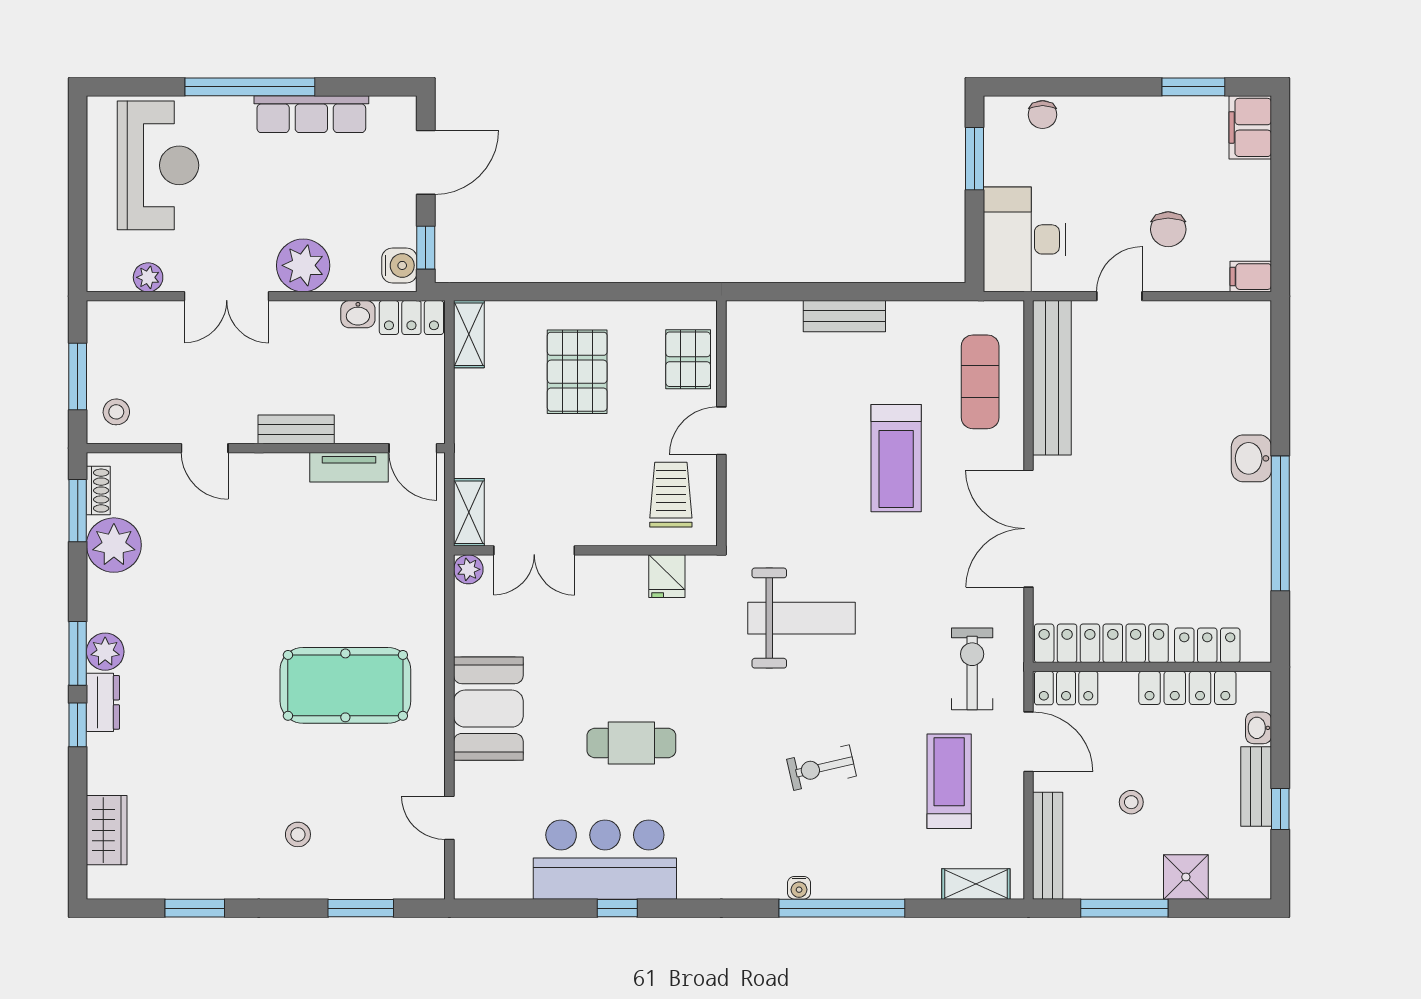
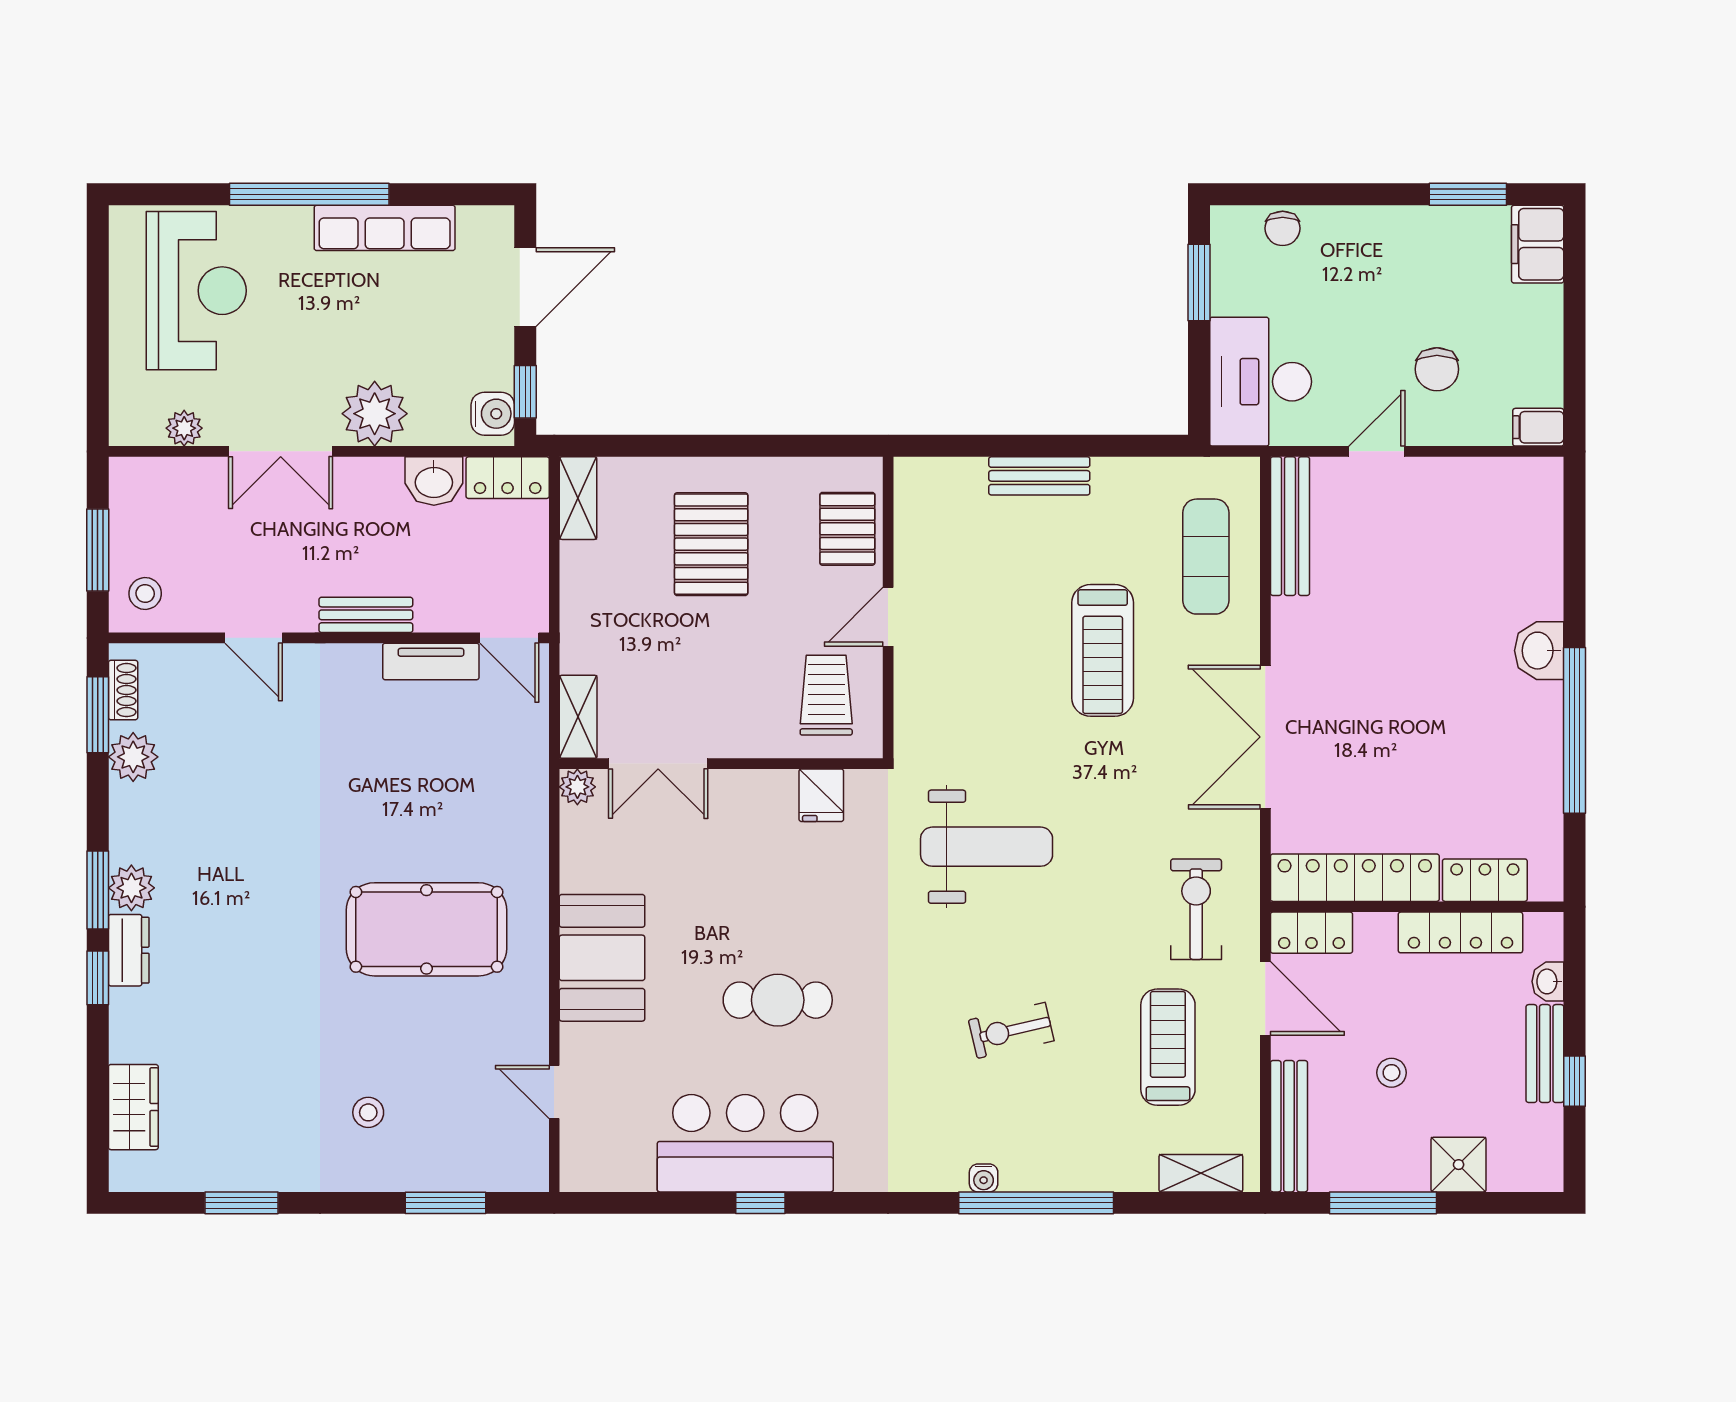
washbasin: (358, 314) -> (434, 481), width x1.38, depth x1.45
bench: (1052, 378) -> (1290, 526), width x0.73, depth x0.82
plant: (114, 545) -> (133, 757), width x0.73, depth x0.73

